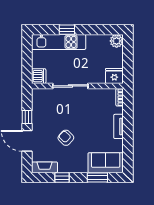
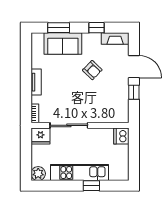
kitchen unit: (59, 42) -> (79, 173), moved
sliding door: (70, 86) -> (69, 125), moved
sofa: (106, 163) -> (63, 43), moved

